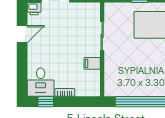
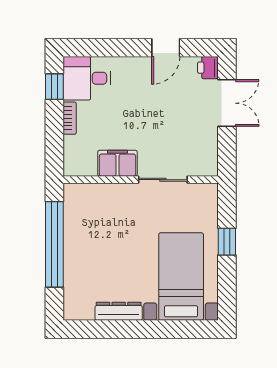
door: (22, 34) -> (166, 48), hinge flipped
filing cabinet: (92, 63) -> (118, 163), width x2.00

